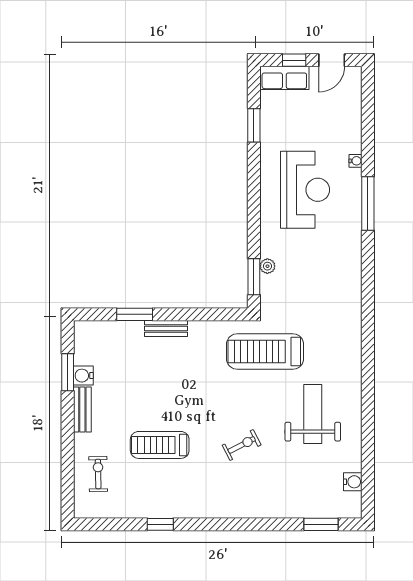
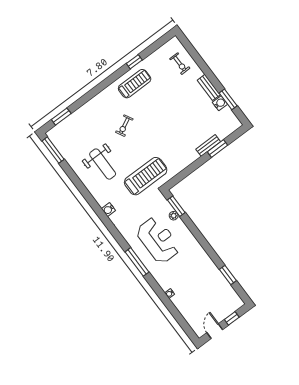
row of seats: (284, 78) -> (230, 307), removed
reception desk: (305, 190) -> (158, 240), moved, turned 180
window: (368, 203) -> (137, 262), moved
bench: (166, 329) -> (208, 145), moved
treadmill: (160, 445) -> (135, 84), moved
water cooler: (353, 482) -> (108, 210), moved
window: (368, 486) -> (53, 150), added

